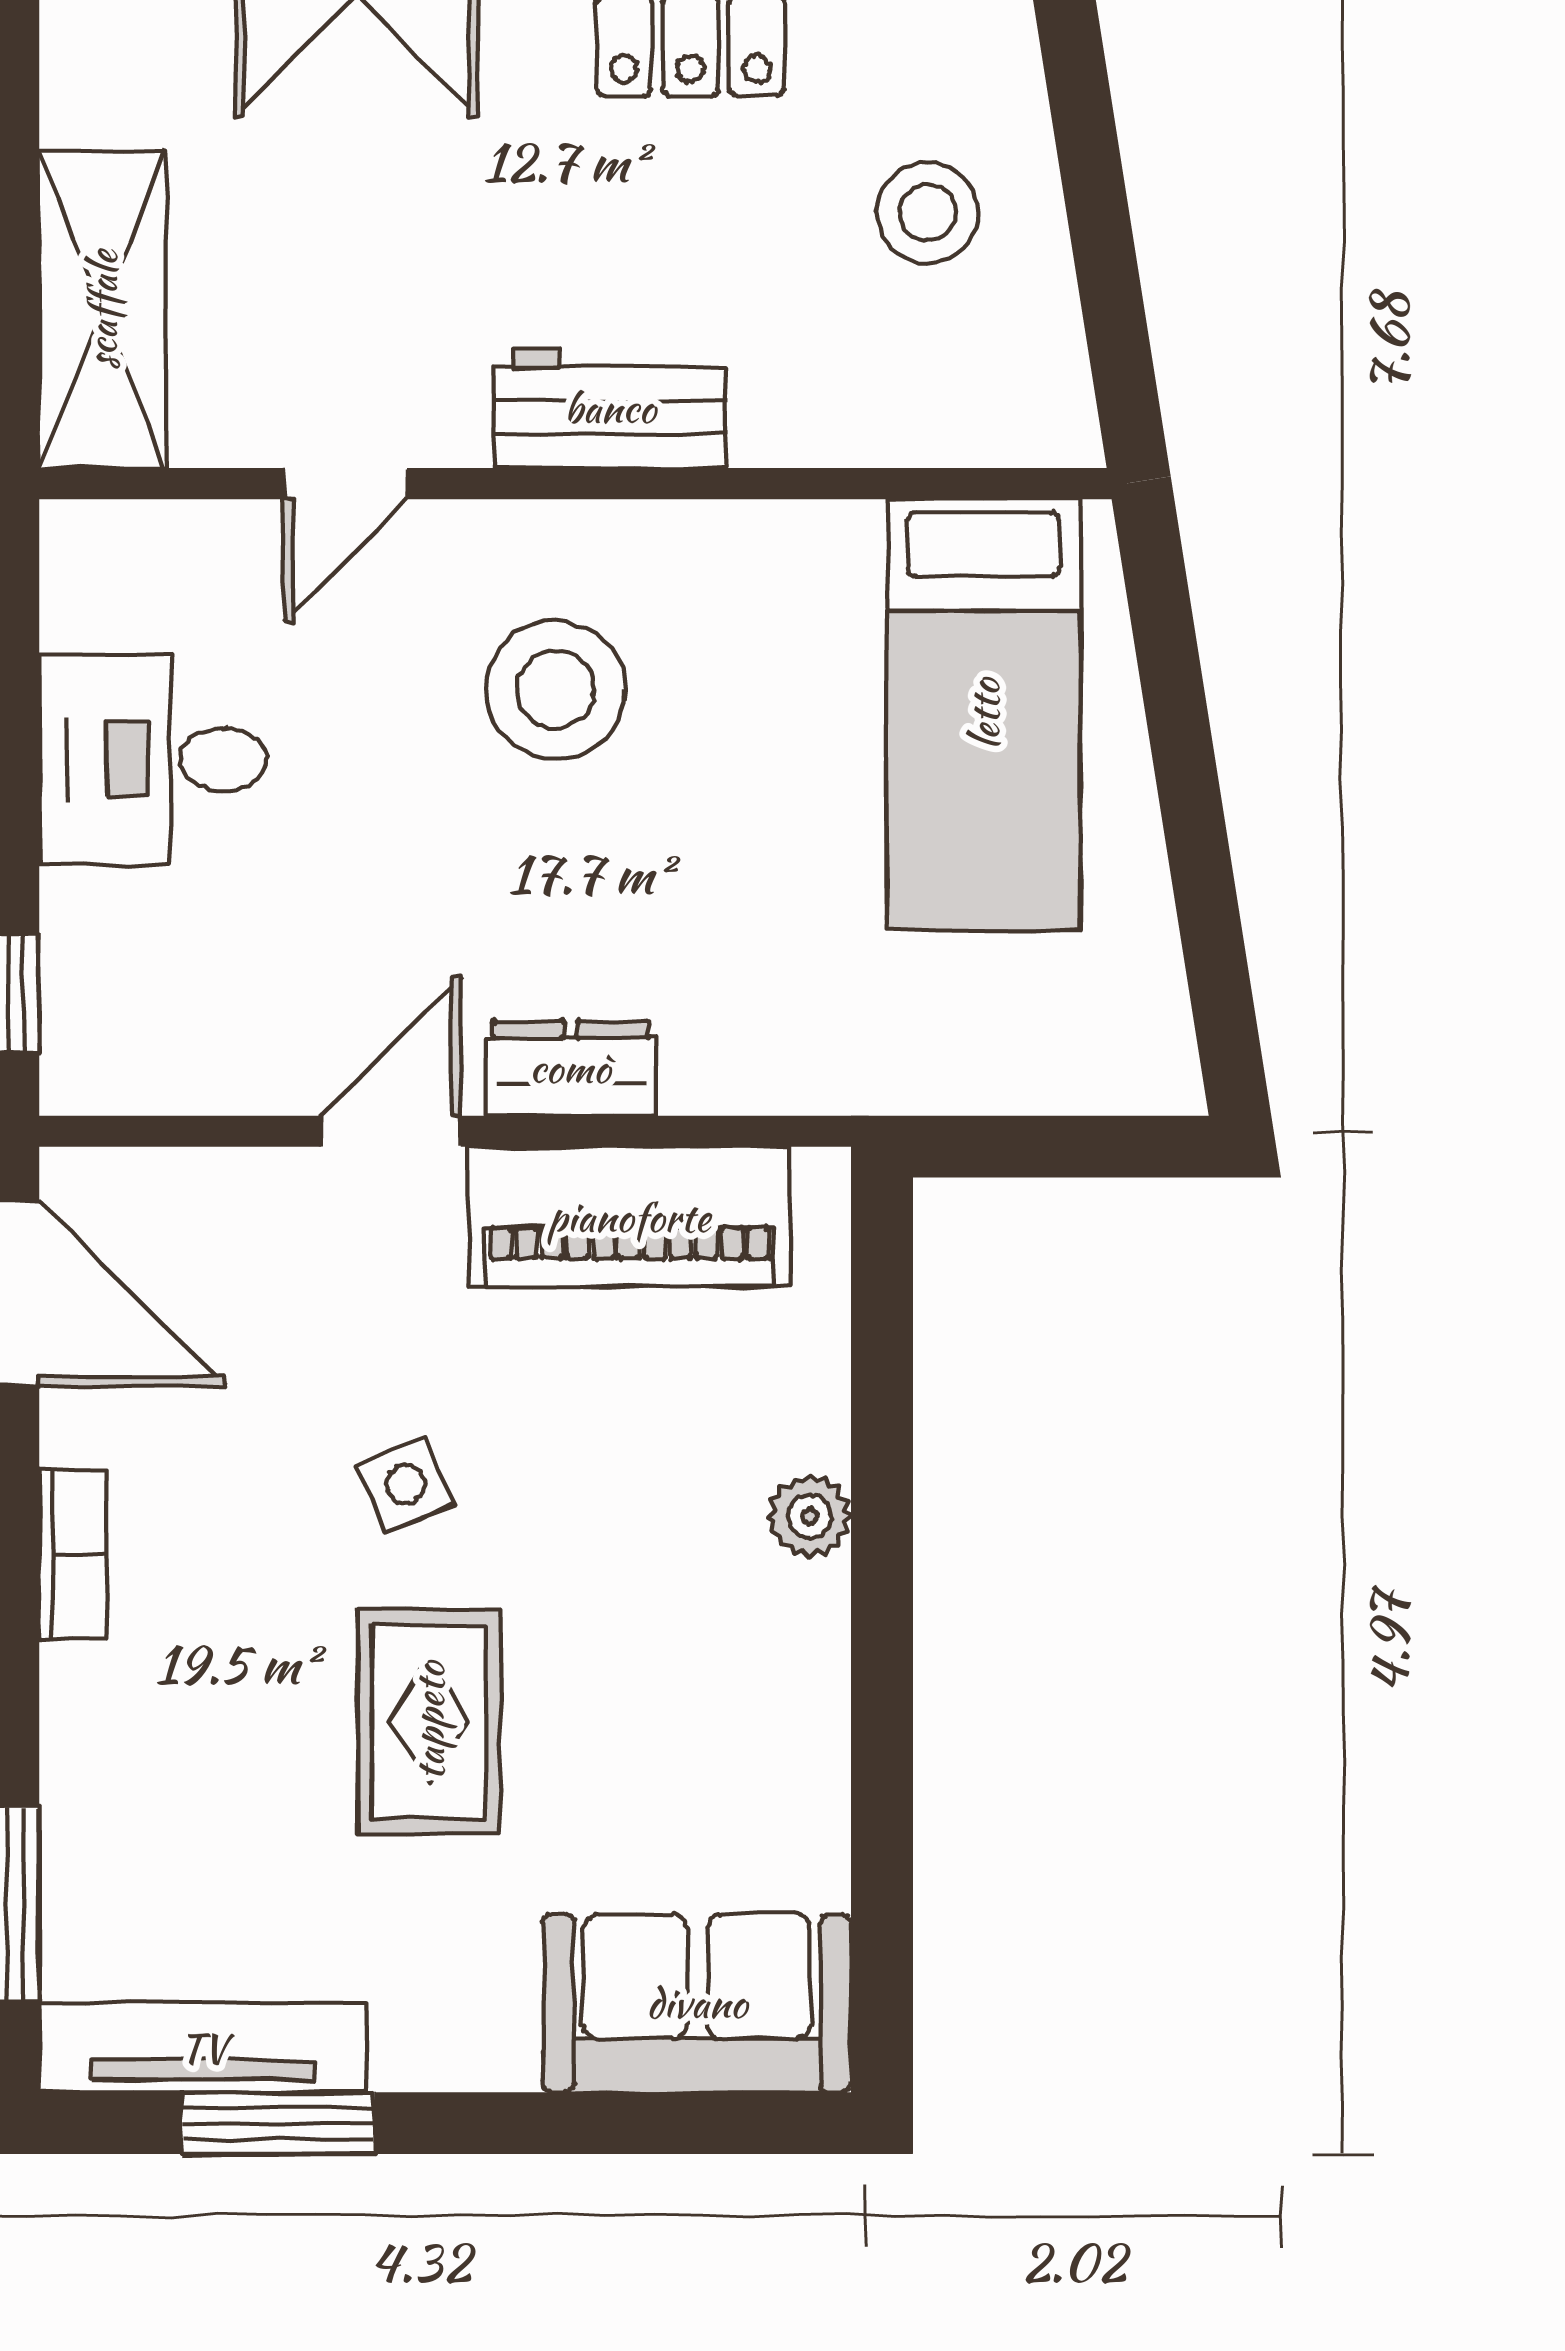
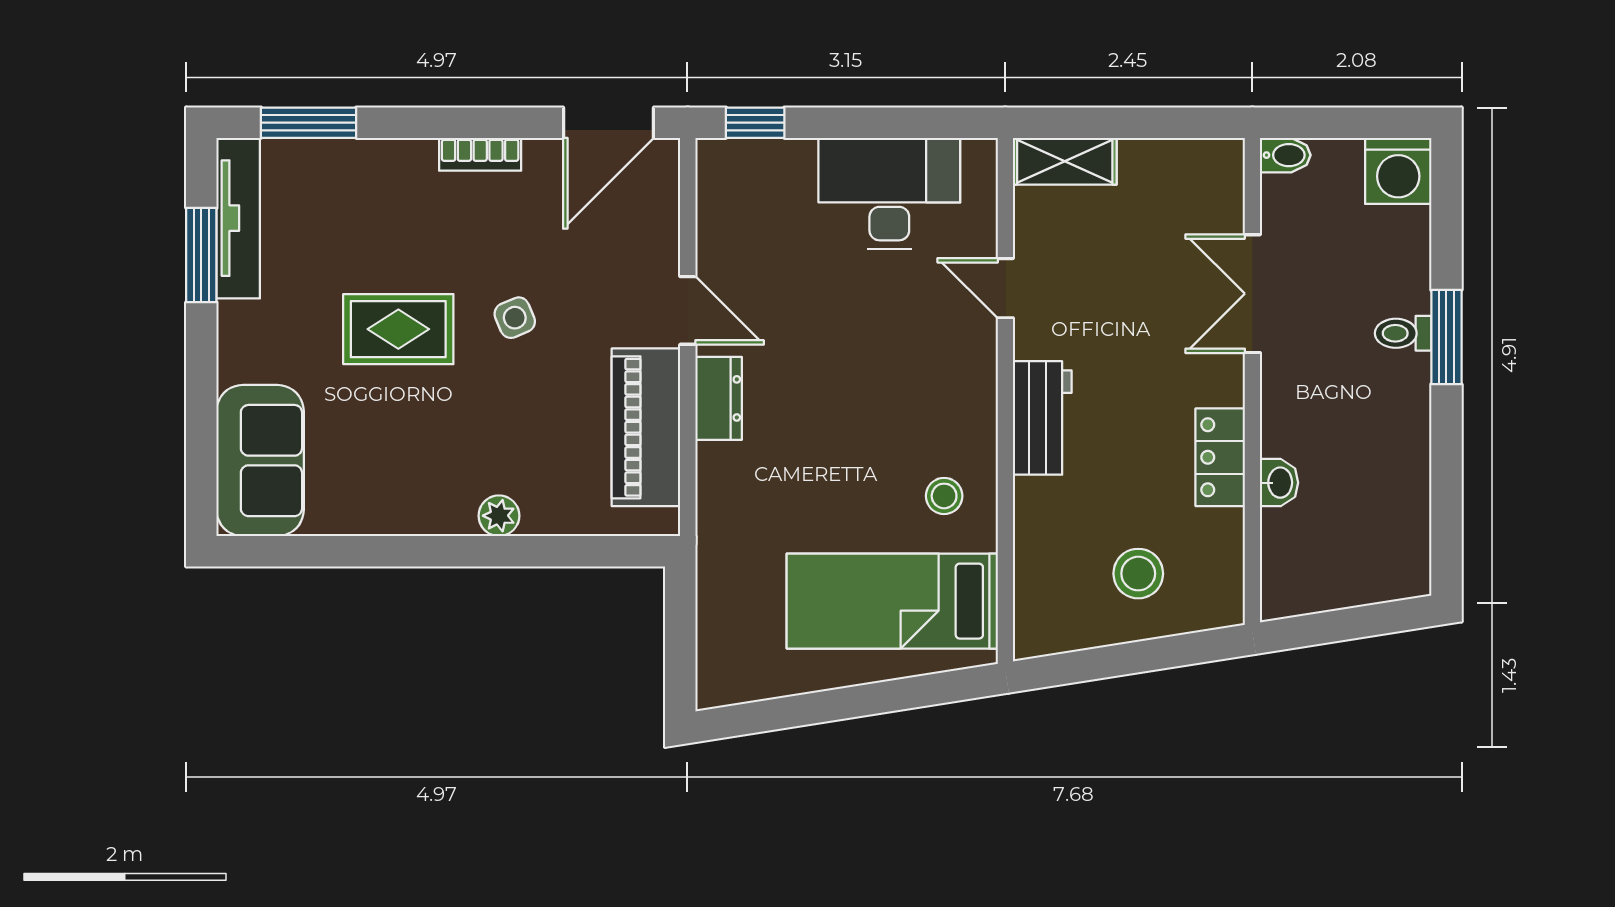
shelving: (102, 310) -> (1065, 161), width x0.67, depth x0.75
stool: (556, 689) -> (944, 496), moved, width x0.53, depth x0.53
desk: (153, 759) -> (889, 194), width x1.37

